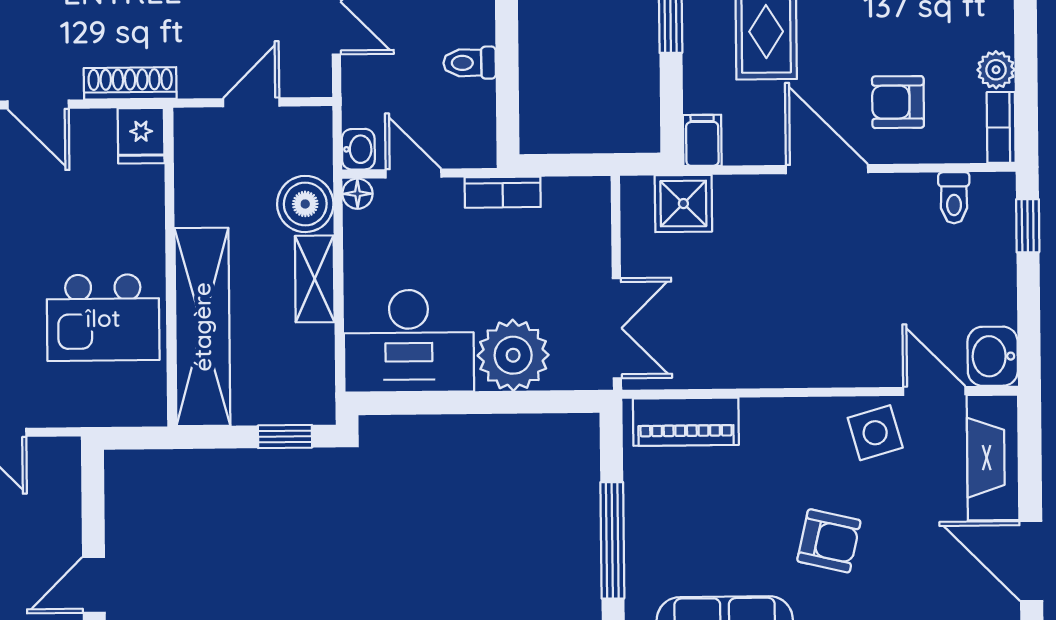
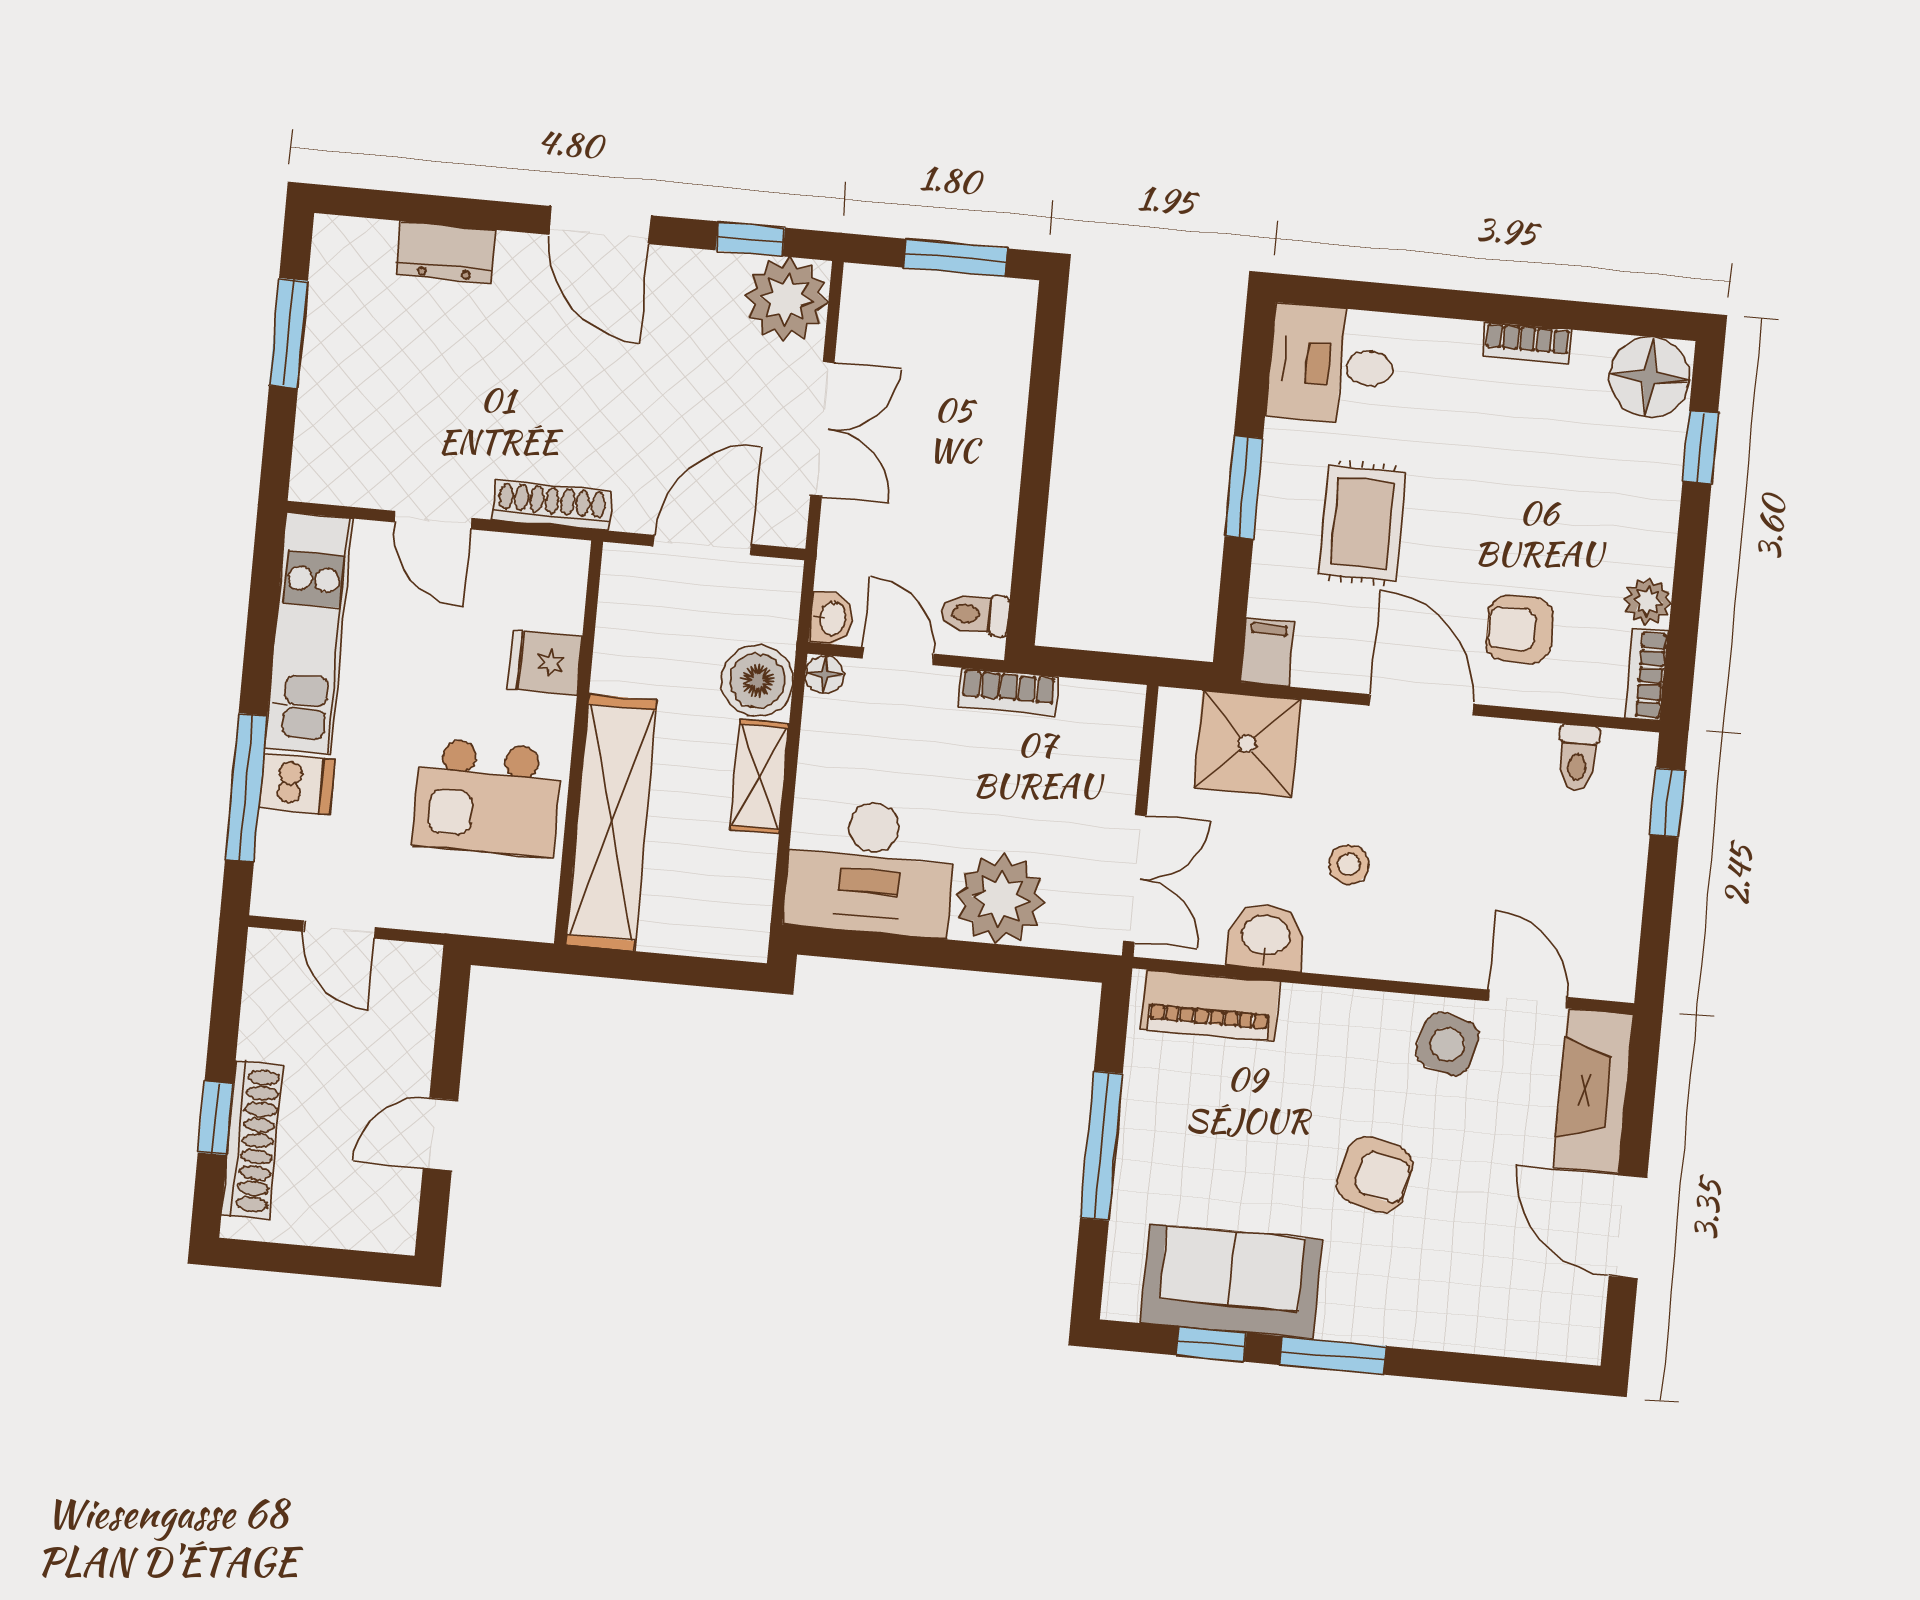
toilet: (470, 63) -> (975, 614), moved
door: (251, 102) -> (702, 545), width x1.38
fridge: (141, 136) -> (545, 662), moved, turned 90
shower: (683, 204) -> (1247, 744), width x1.36, depth x1.36
stool: (783, 300) -> (1349, 864), added
washbasin: (993, 356) -> (1266, 937), moved, turned 90
side table: (875, 433) -> (1448, 1044), turned 31
window: (285, 436) -> (701, 972), removed

